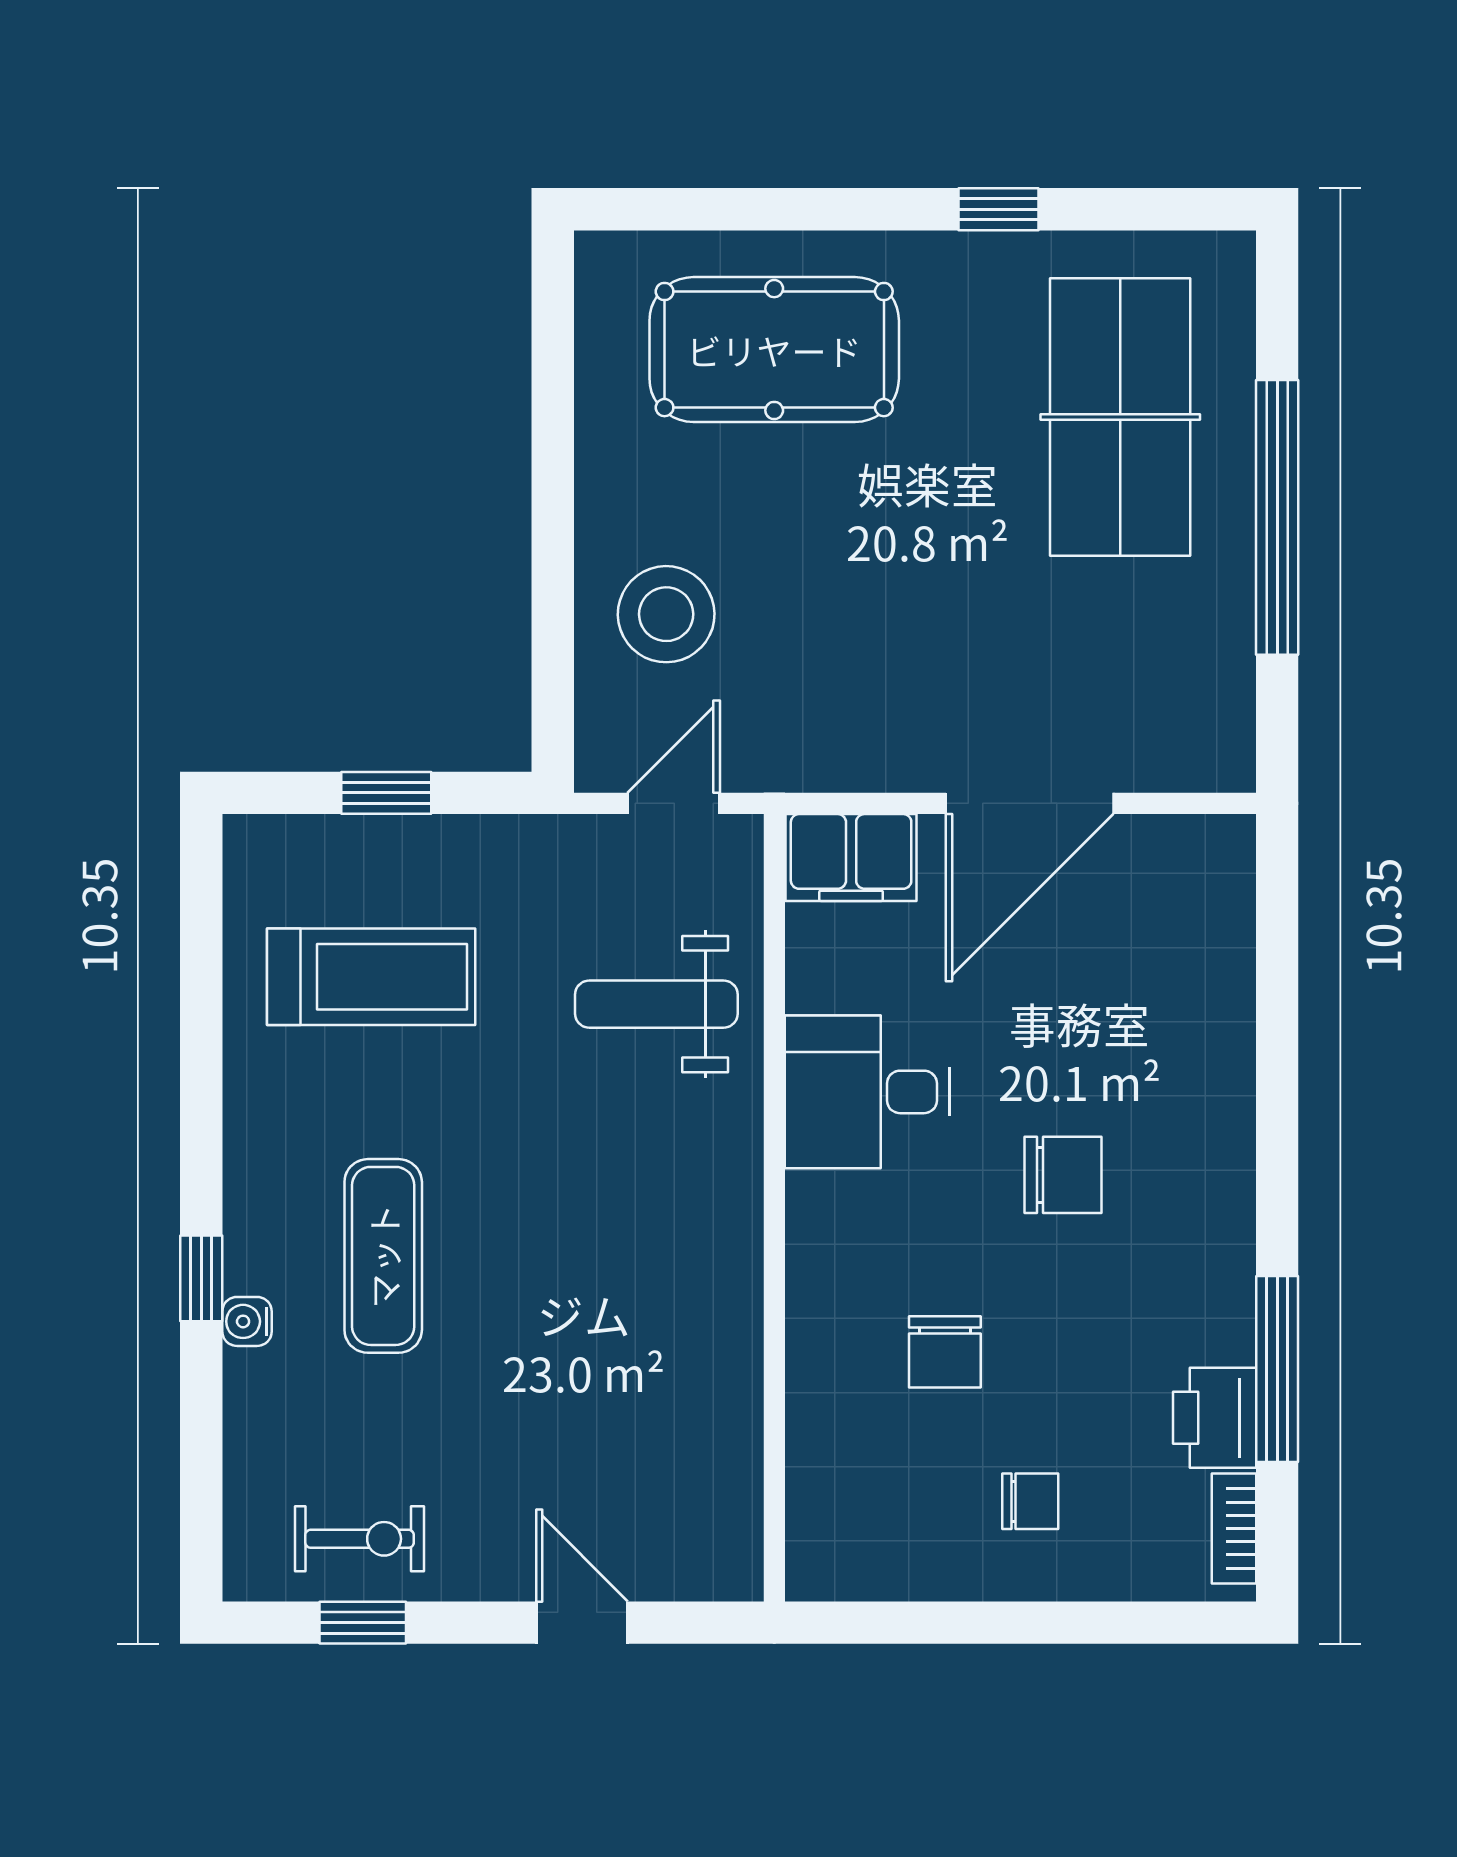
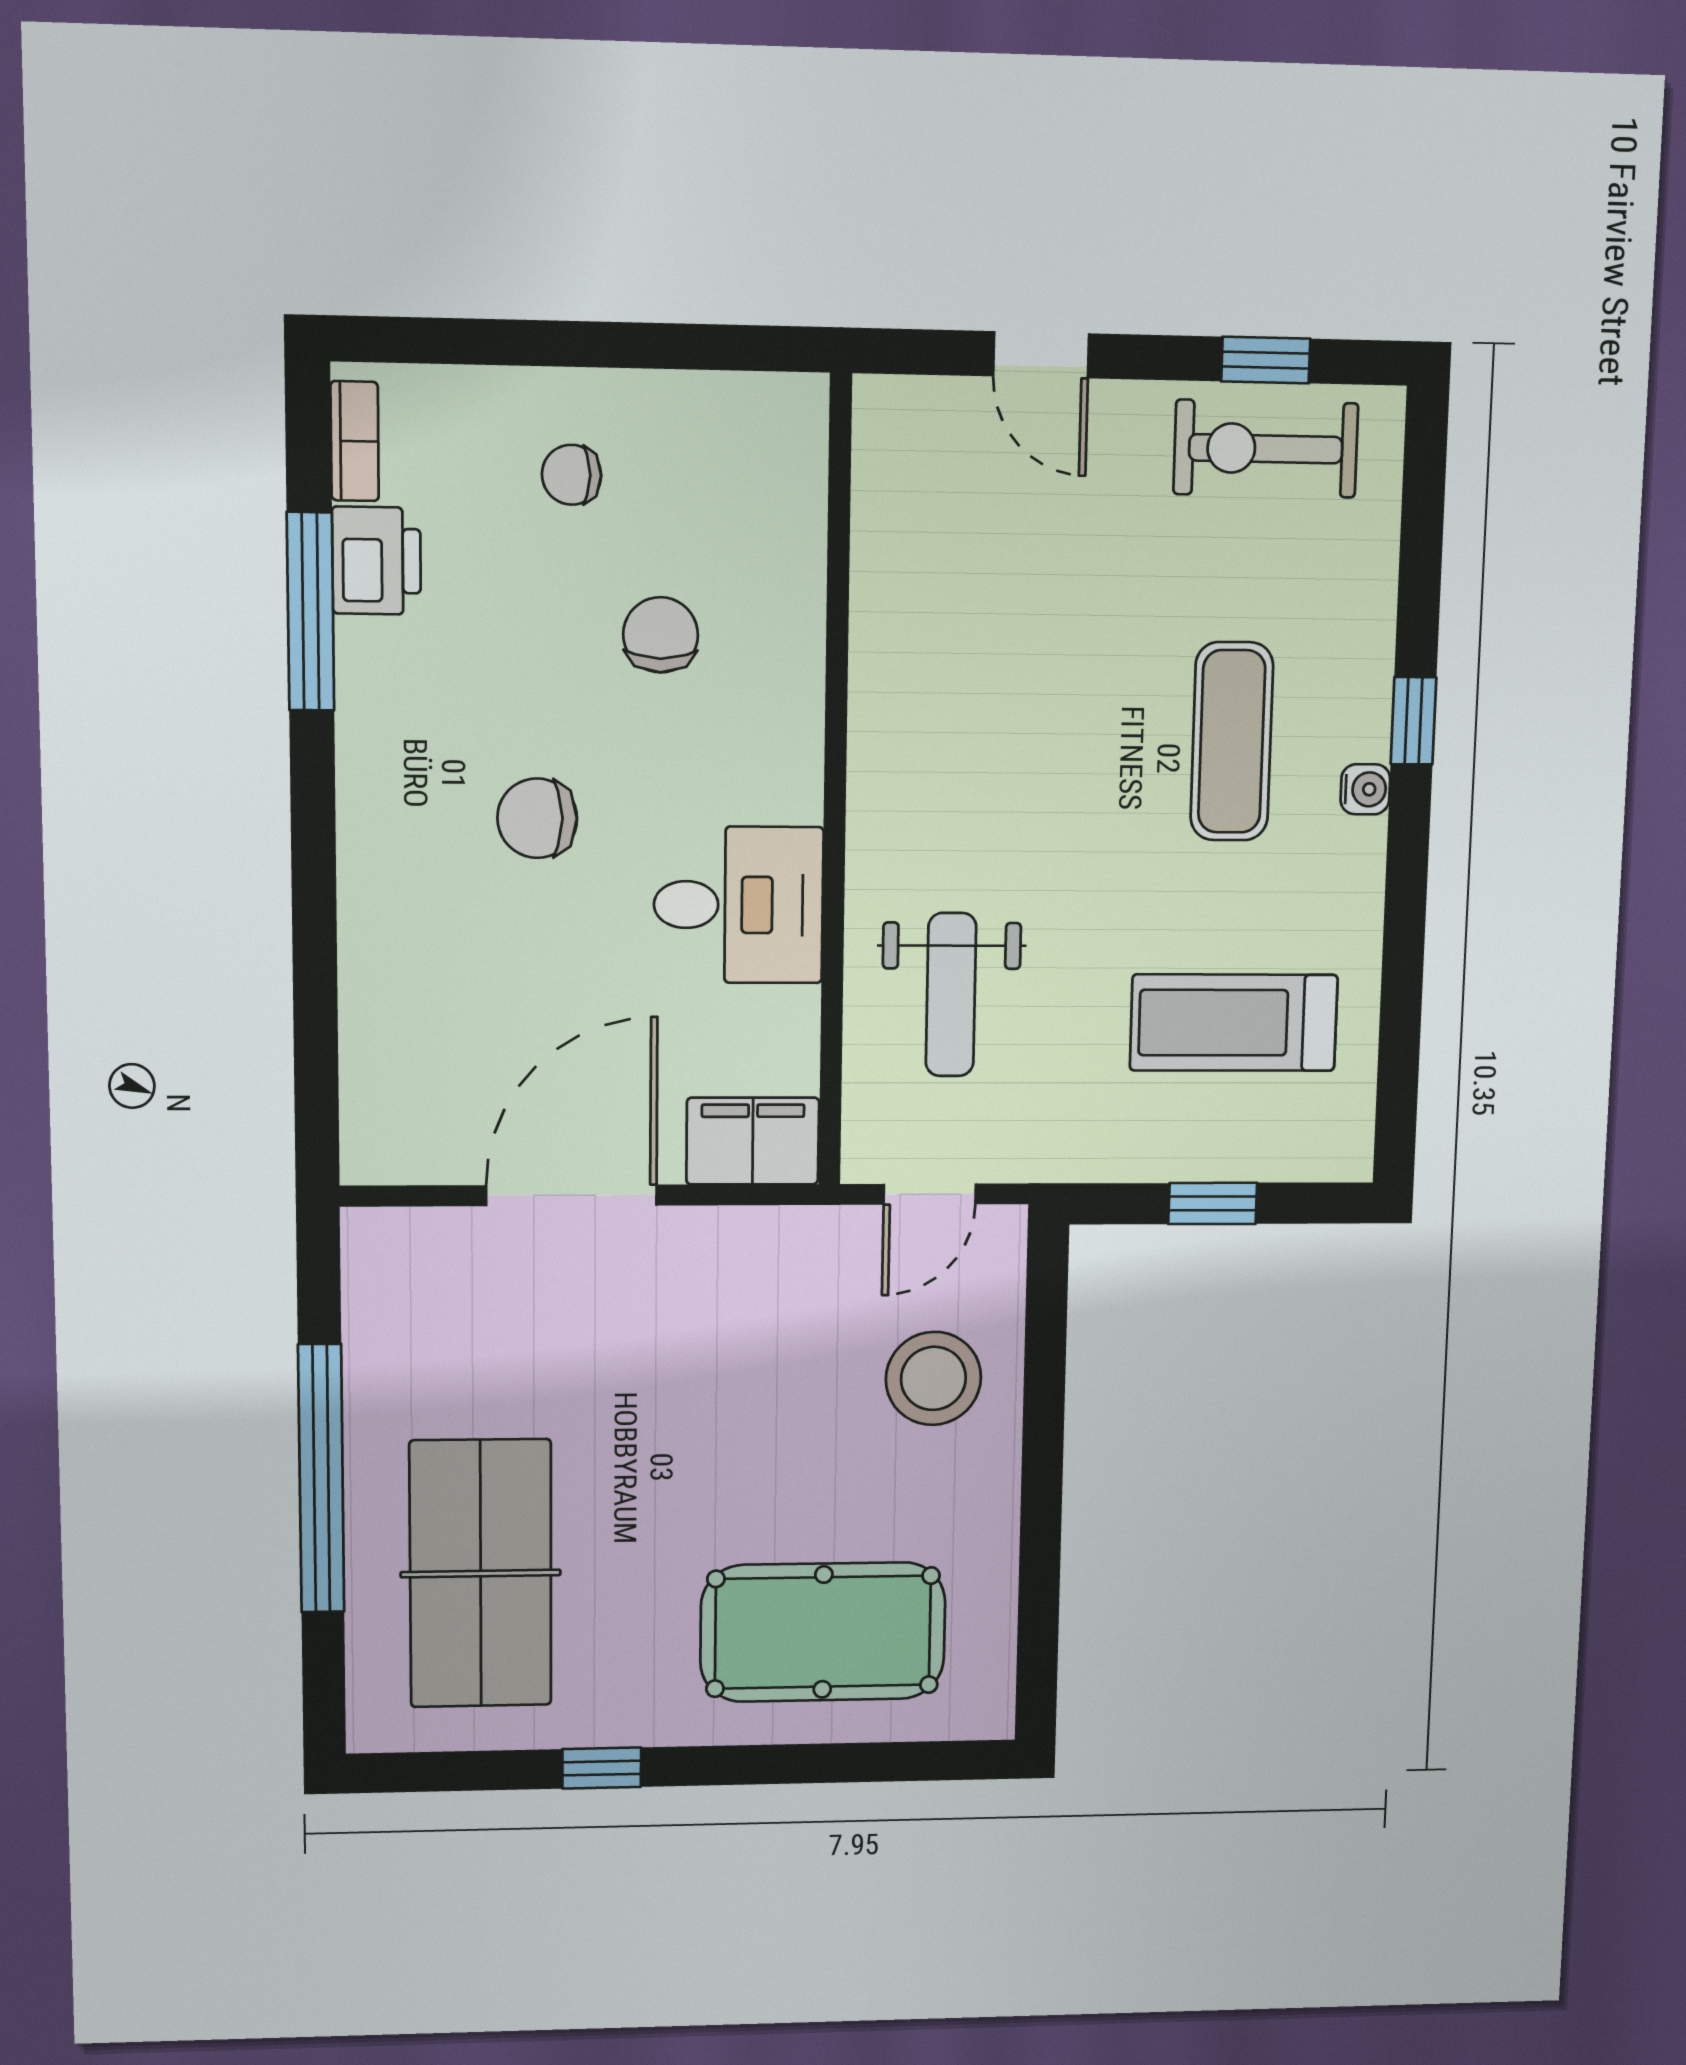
weight bench: (656, 1004) -> (951, 995), turned 90
water cooler: (247, 1321) -> (1365, 789), moved
exercise bike: (360, 1539) -> (1266, 449), width x1.38, depth x1.39

